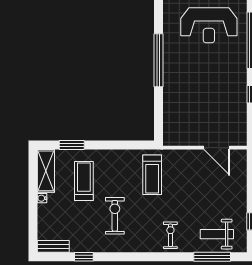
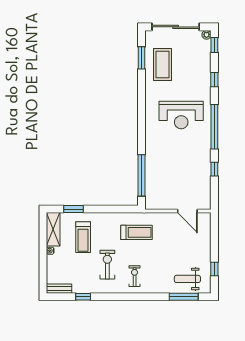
window: (158, 60) -> (142, 175), moved
treadmill: (152, 175) -> (137, 232), turned -90
treadmill: (84, 181) -> (83, 237), turned 180
exercise bike: (170, 235) -> (135, 276), moved

